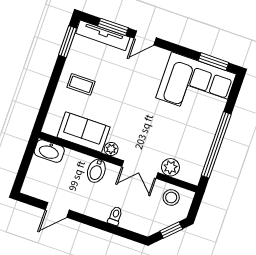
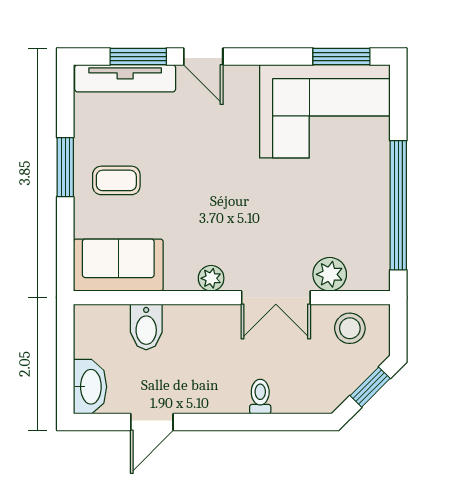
door: (145, 38) -> (203, 57), hinge flipped
window: (68, 42) -> (65, 167), moved
sofa: (84, 132) -> (118, 265), moved
washbasin: (49, 151) -> (90, 387), moved, turned -90
bidet: (96, 171) -> (146, 327), moved

